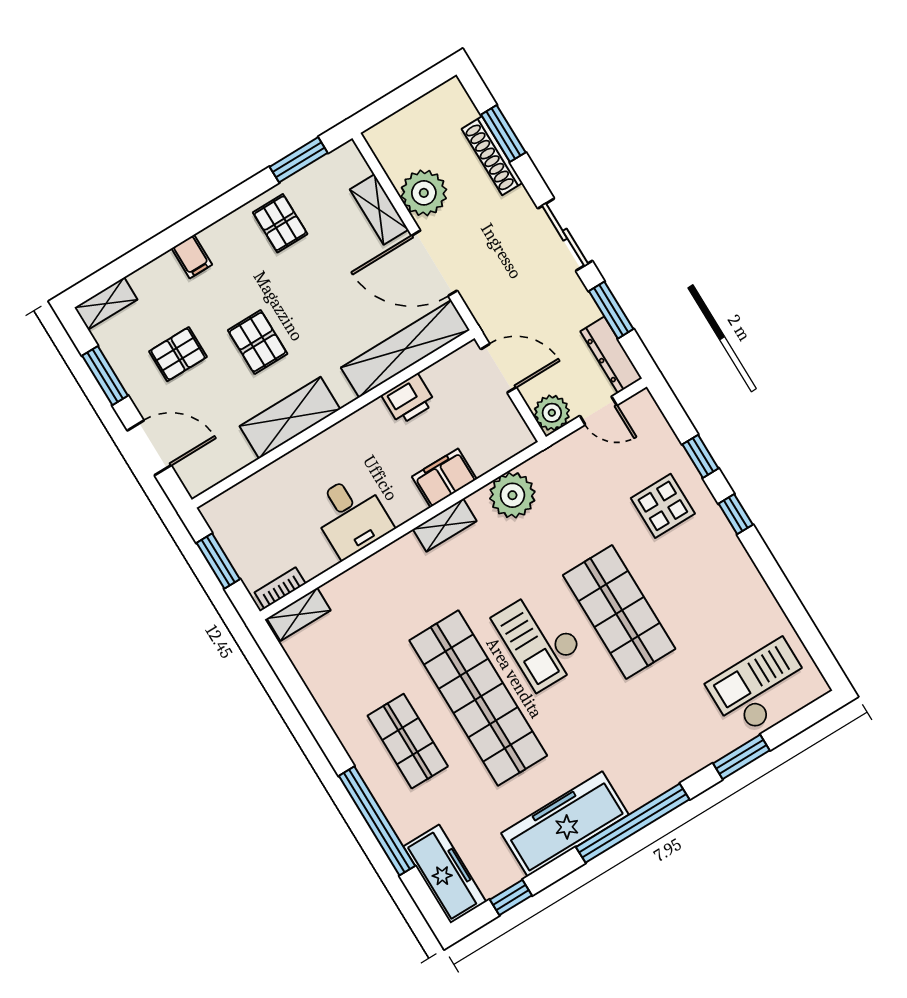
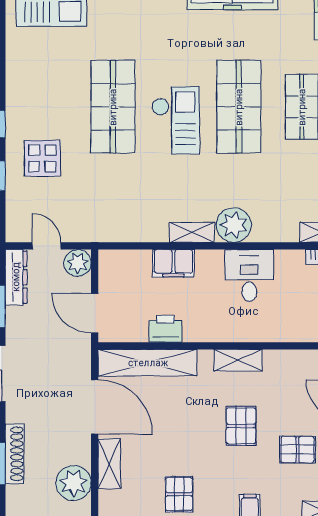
plant: (424, 193) -> (74, 483), moved
shelving: (290, 418) -> (238, 360), width x0.67, depth x0.75
plant: (512, 495) -> (234, 225), moved
shop shelf: (478, 698) -> (239, 107), width x0.71

